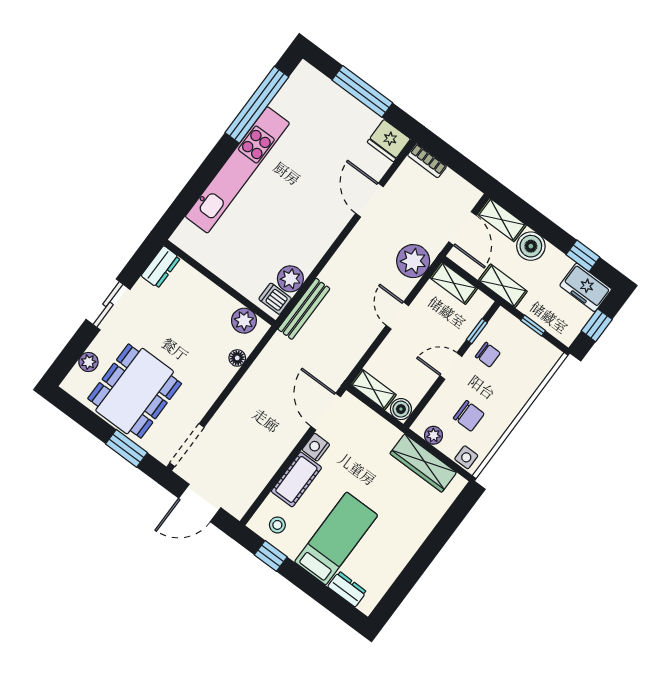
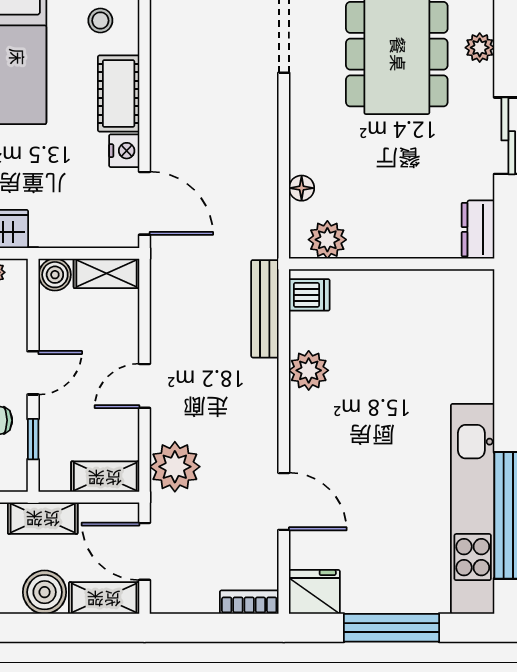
kitchen unit: (237, 170) -> (473, 509), moved
plant: (290, 279) -> (309, 370), moved
door: (397, 315) -> (144, 386), swing flipped

